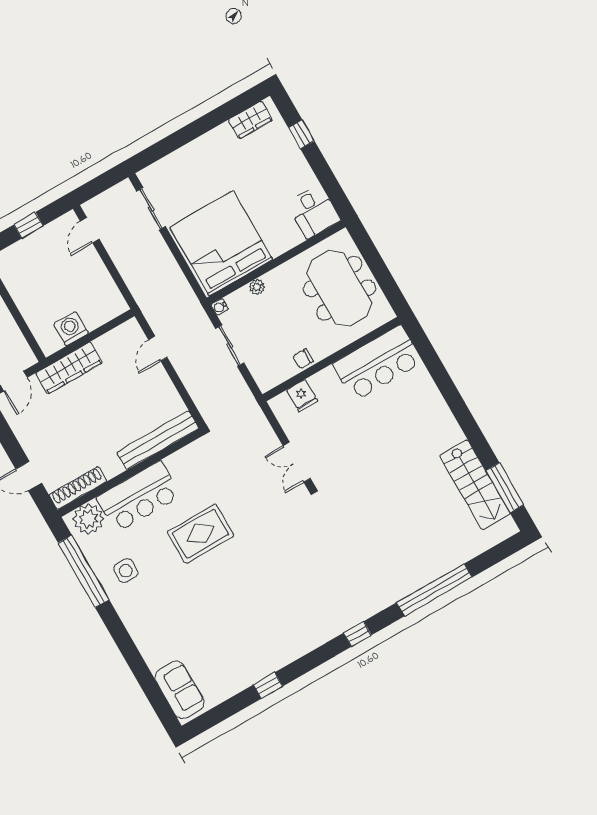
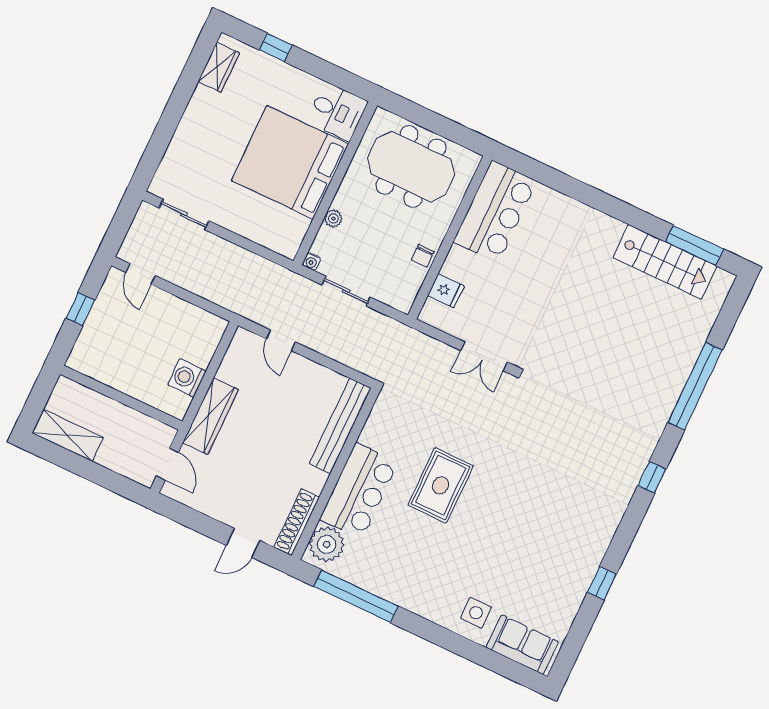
bed: (221, 243) -> (290, 162), moved
side table: (126, 571) -> (476, 613), moved

